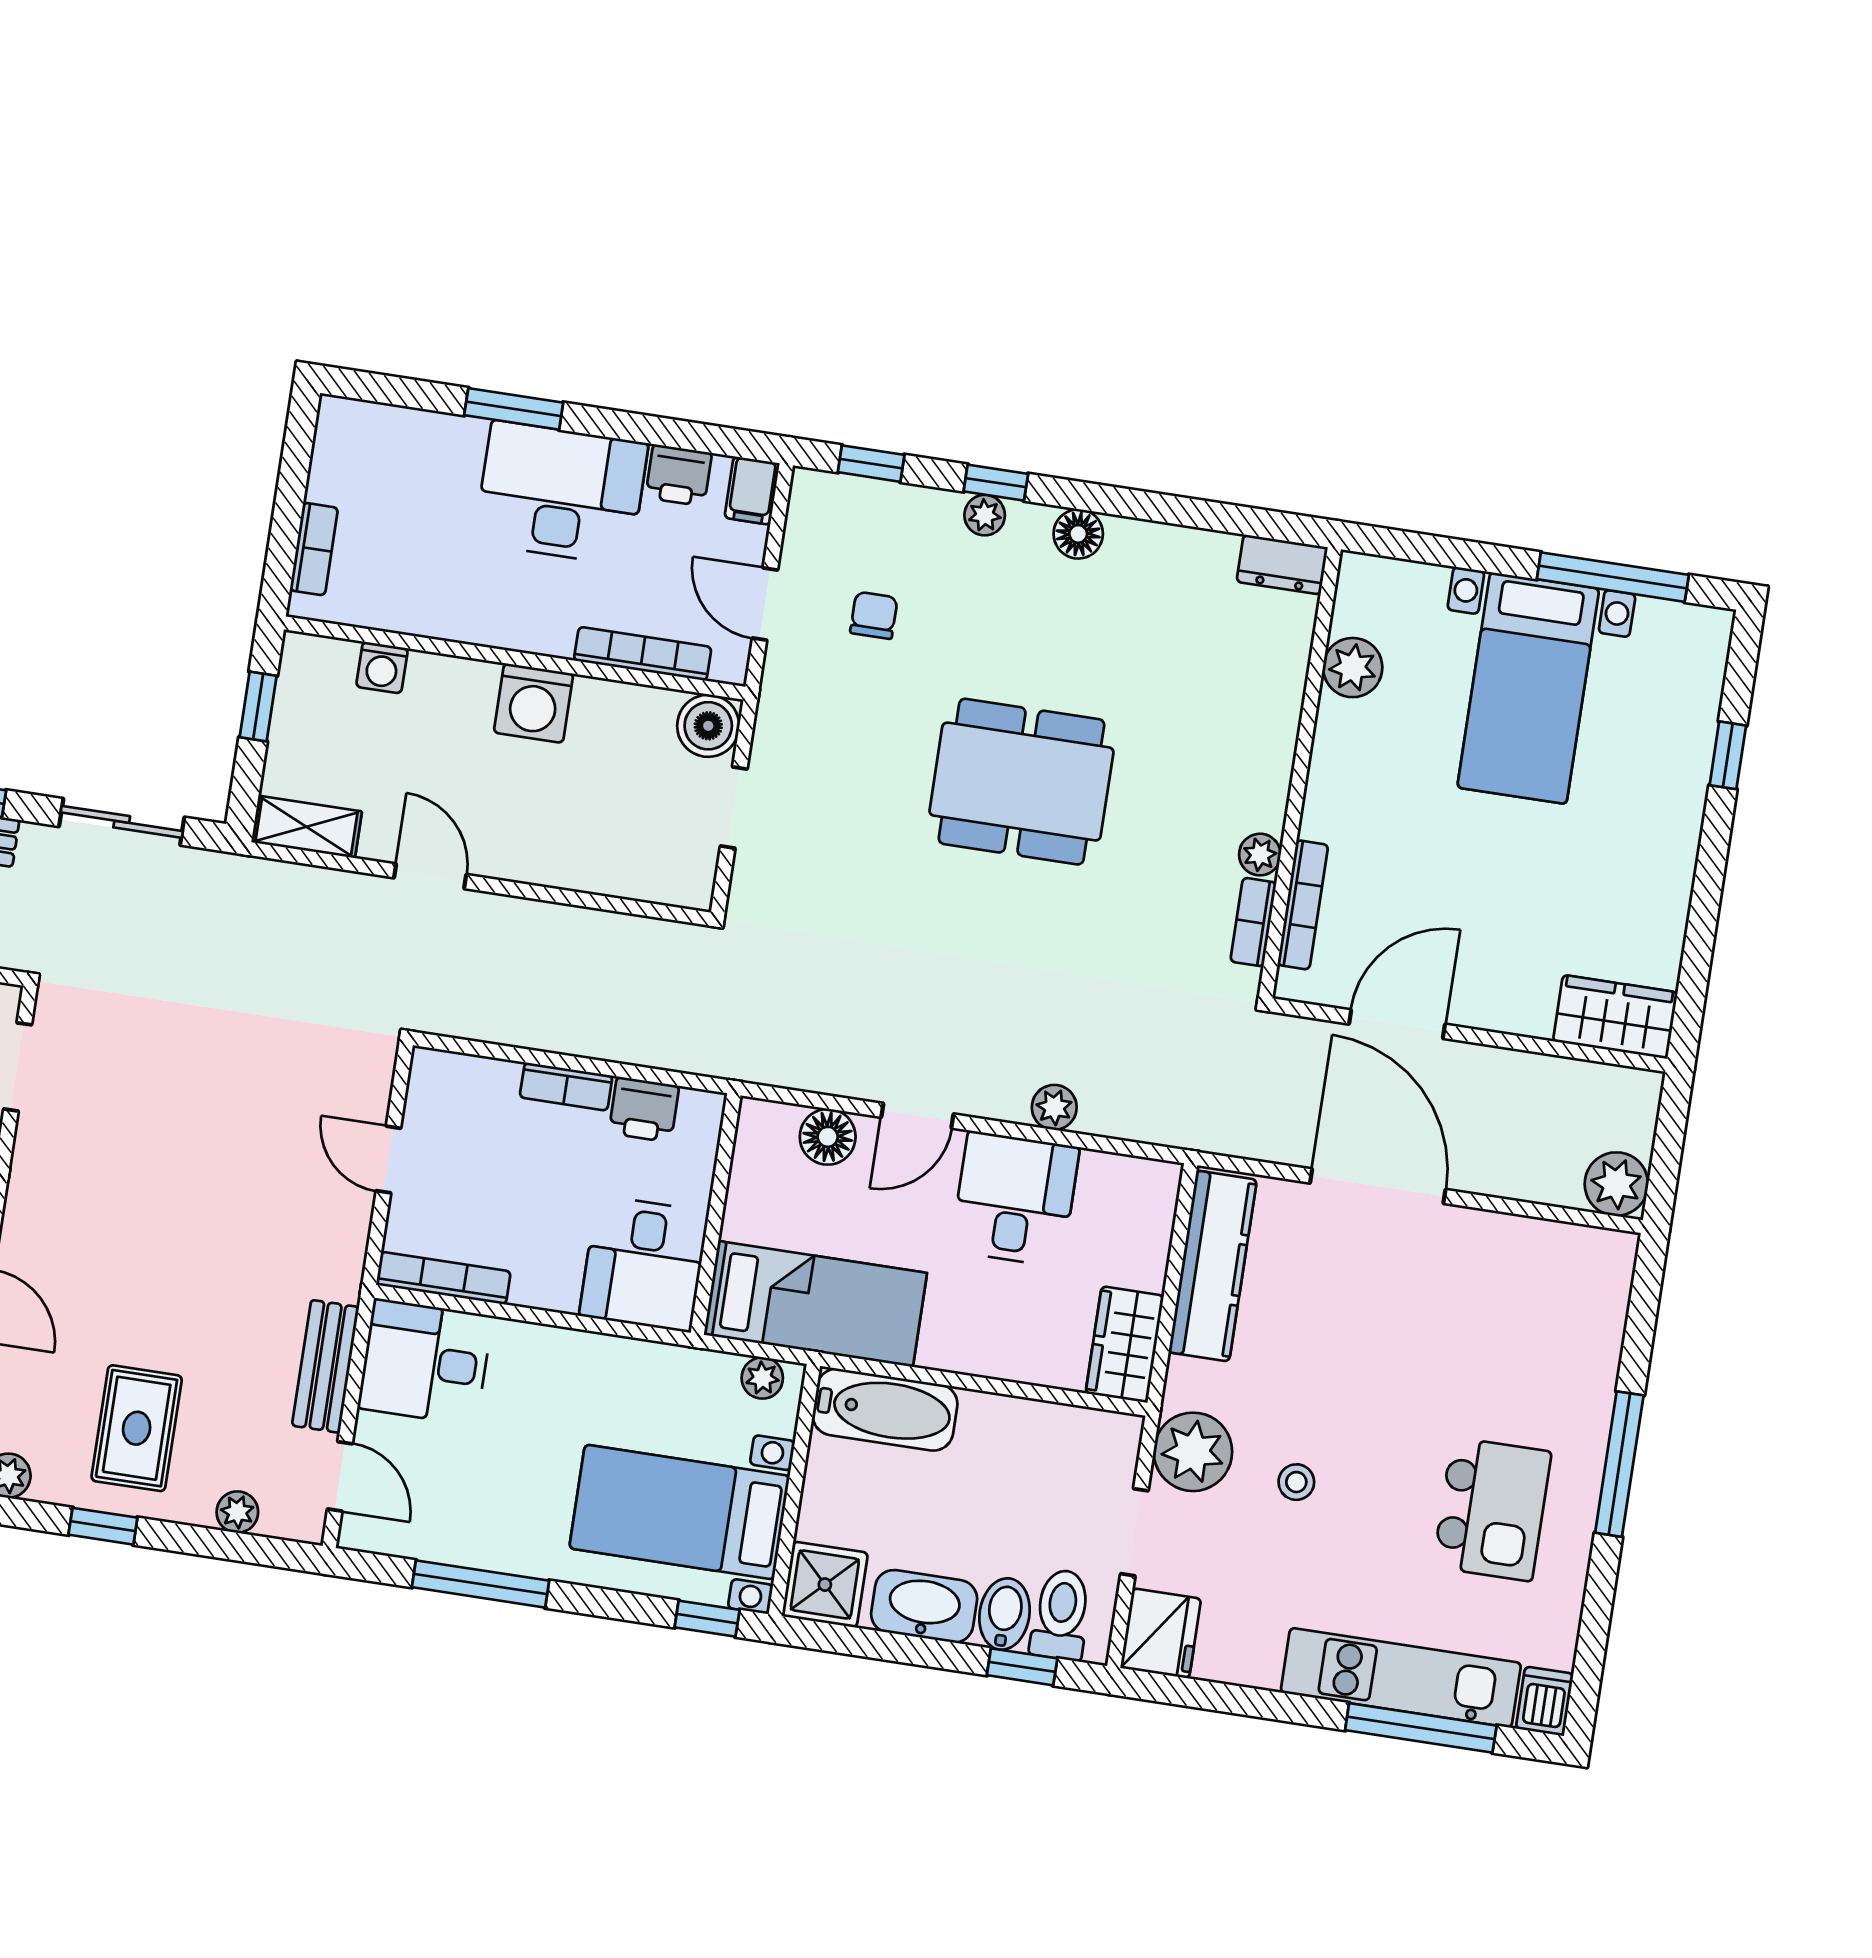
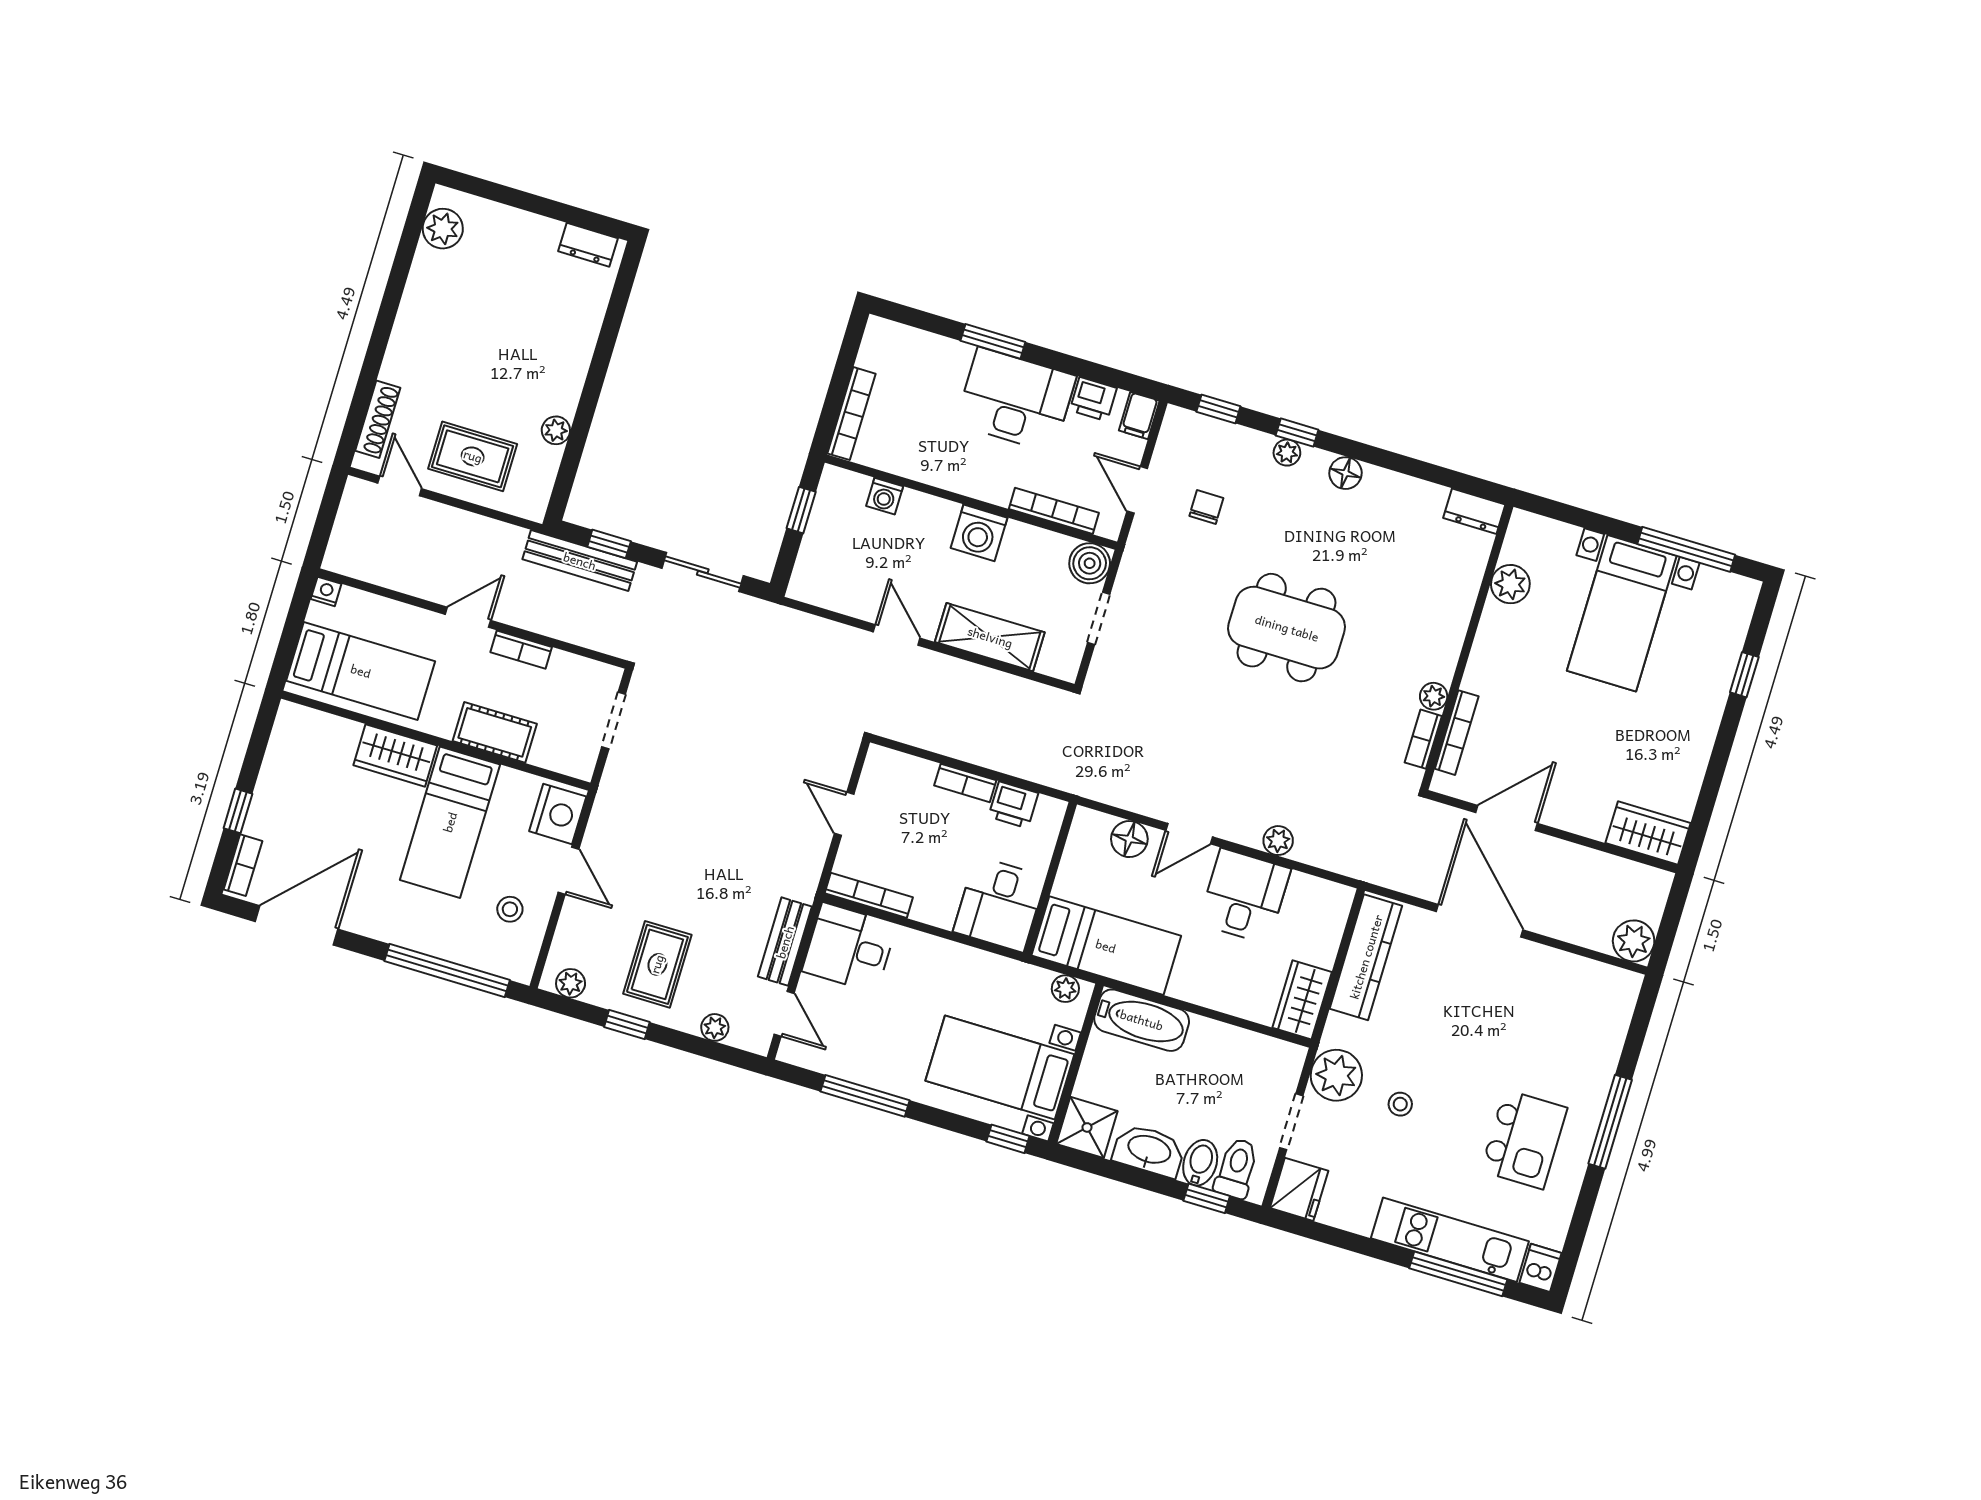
bookcase: (314, 549) -> (851, 414), width x1.56
shelving: (307, 827) -> (990, 637), moved, width x1.50, depth x1.33

